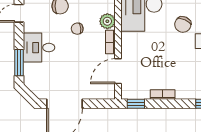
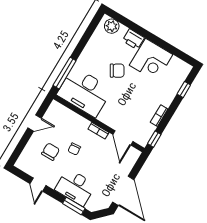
plant: (107, 21) -> (82, 124), removed
chair: (183, 24) -> (117, 71), turned -55
desk: (39, 48) -> (75, 187), width x1.37

